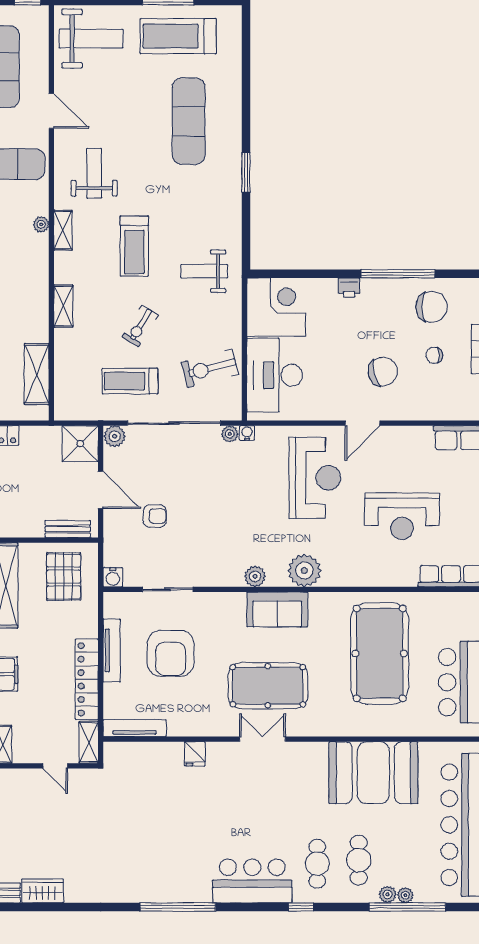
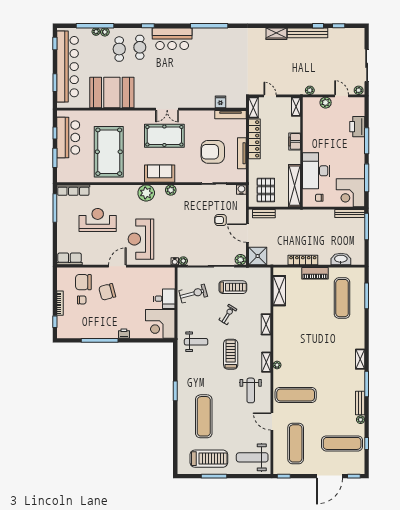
chair: (432, 307) -> (83, 282), moved
desk: (275, 375) -> (164, 299), width x0.53, depth x0.77
armchair: (171, 653) -> (213, 152), turned -90
fridge: (195, 754) -> (220, 102), moved

